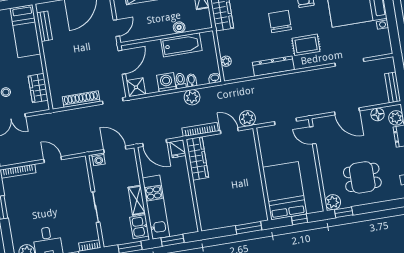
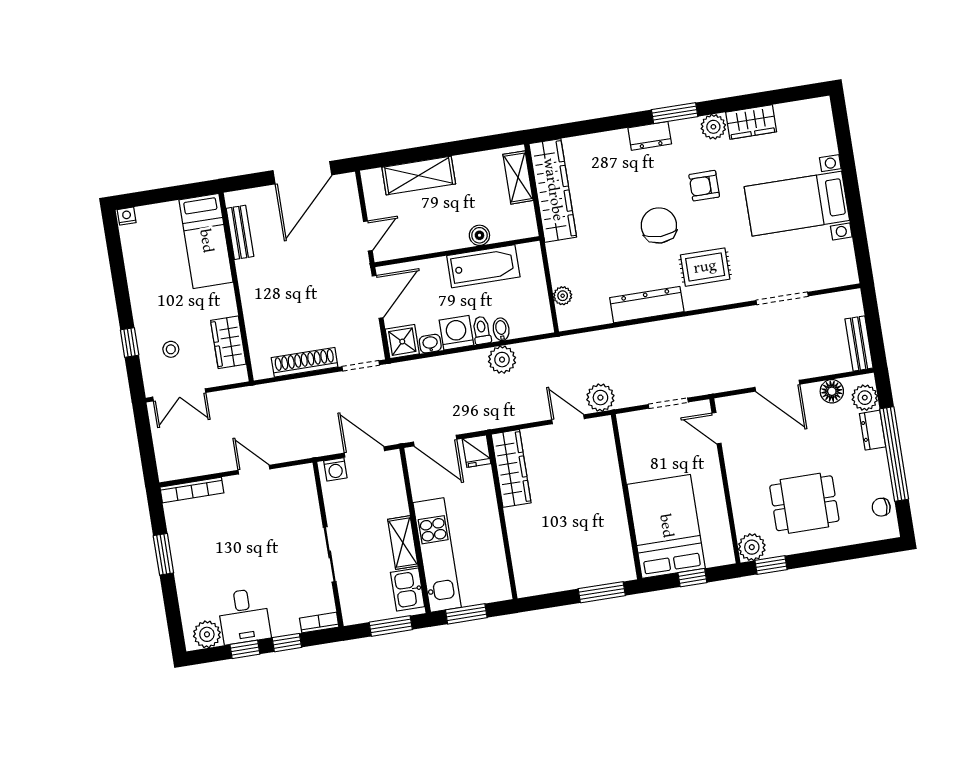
washbasin: (215, 78) -> (430, 344), moved
bookcase: (200, 129) -> (516, 417), removed

